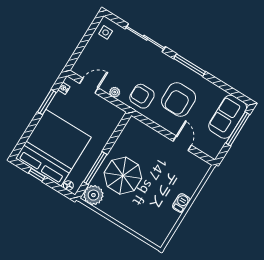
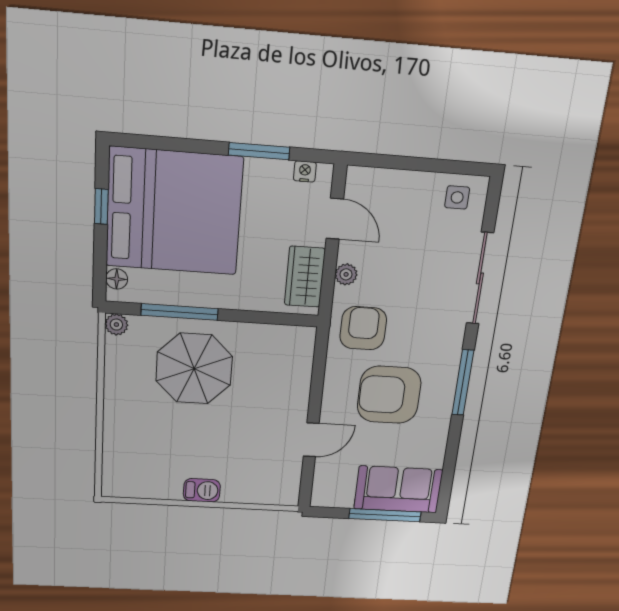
wardrobe: (107, 109) -> (305, 277), added
plant: (93, 195) -> (116, 325), width x0.53, depth x0.53

